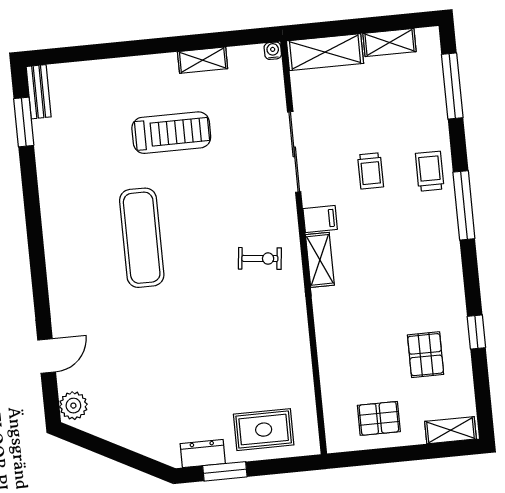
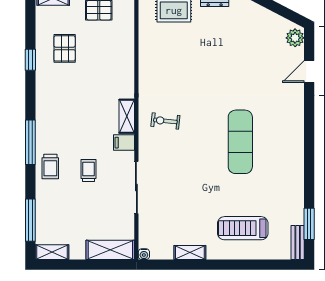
shelving: (390, 42) -> (52, 252), moved
treadmill: (171, 133) -> (243, 228), moved

